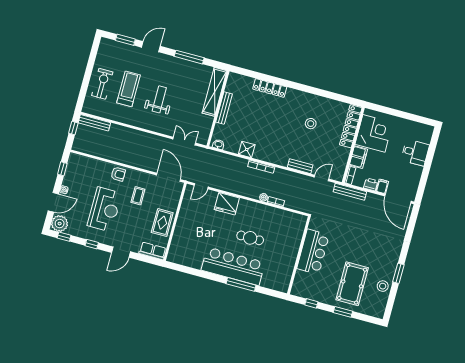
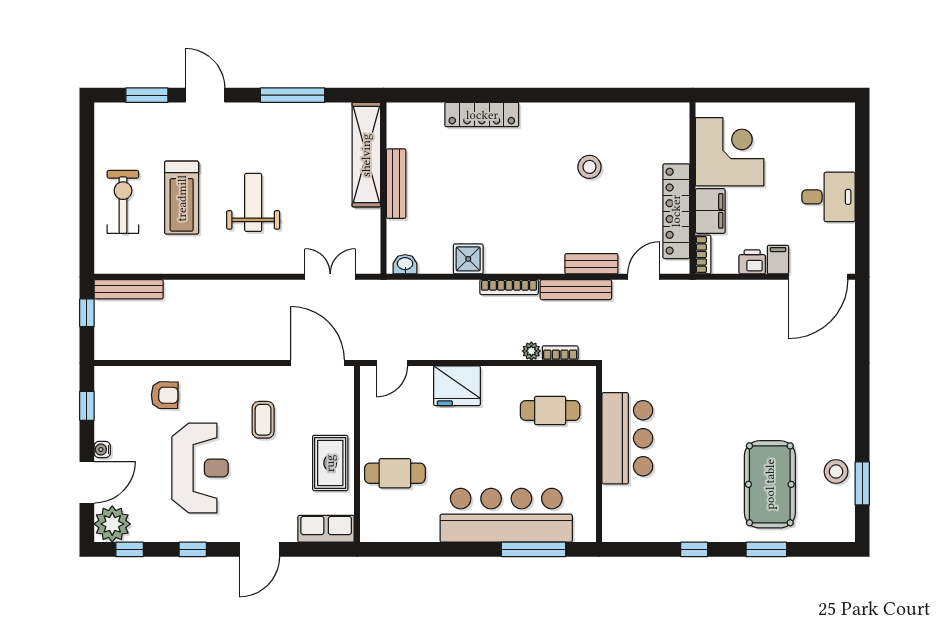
door: (151, 47) -> (205, 95), hinge flipped
treadmill: (129, 89) -> (182, 198), turned 180
locker: (351, 126) -> (676, 211), moved
desk: (415, 153) -> (828, 197), moved
armchair: (118, 174) -> (165, 395), moved
bench: (350, 192) -> (576, 290), moved
door: (398, 199) -> (818, 277), hinge flipped
cafe table: (189, 235) -> (395, 473), added
cafe table: (250, 238) -> (550, 411), moved
bar counter: (313, 252) -> (627, 438), moved
wall: (299, 255) -> (599, 454), moved
window: (398, 273) -> (862, 483), moved

